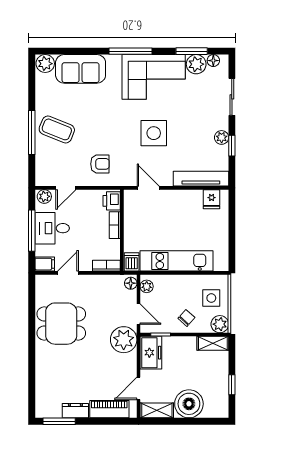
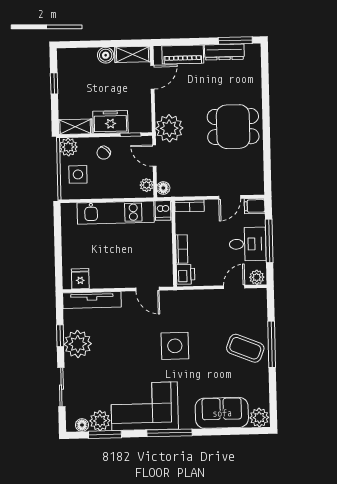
side table: (154, 133) -> (175, 346), moved
plant: (222, 137) -> (78, 344), width x1.88, depth x1.88
armchair: (100, 164) -> (199, 313), removed
dining table: (61, 324) -> (233, 127), moved
freezer: (151, 353) -> (110, 122), moved, turned 90
boiler: (189, 404) -> (106, 55), width x0.54, depth x0.54
dresser: (75, 411) -> (224, 52), width x1.44

